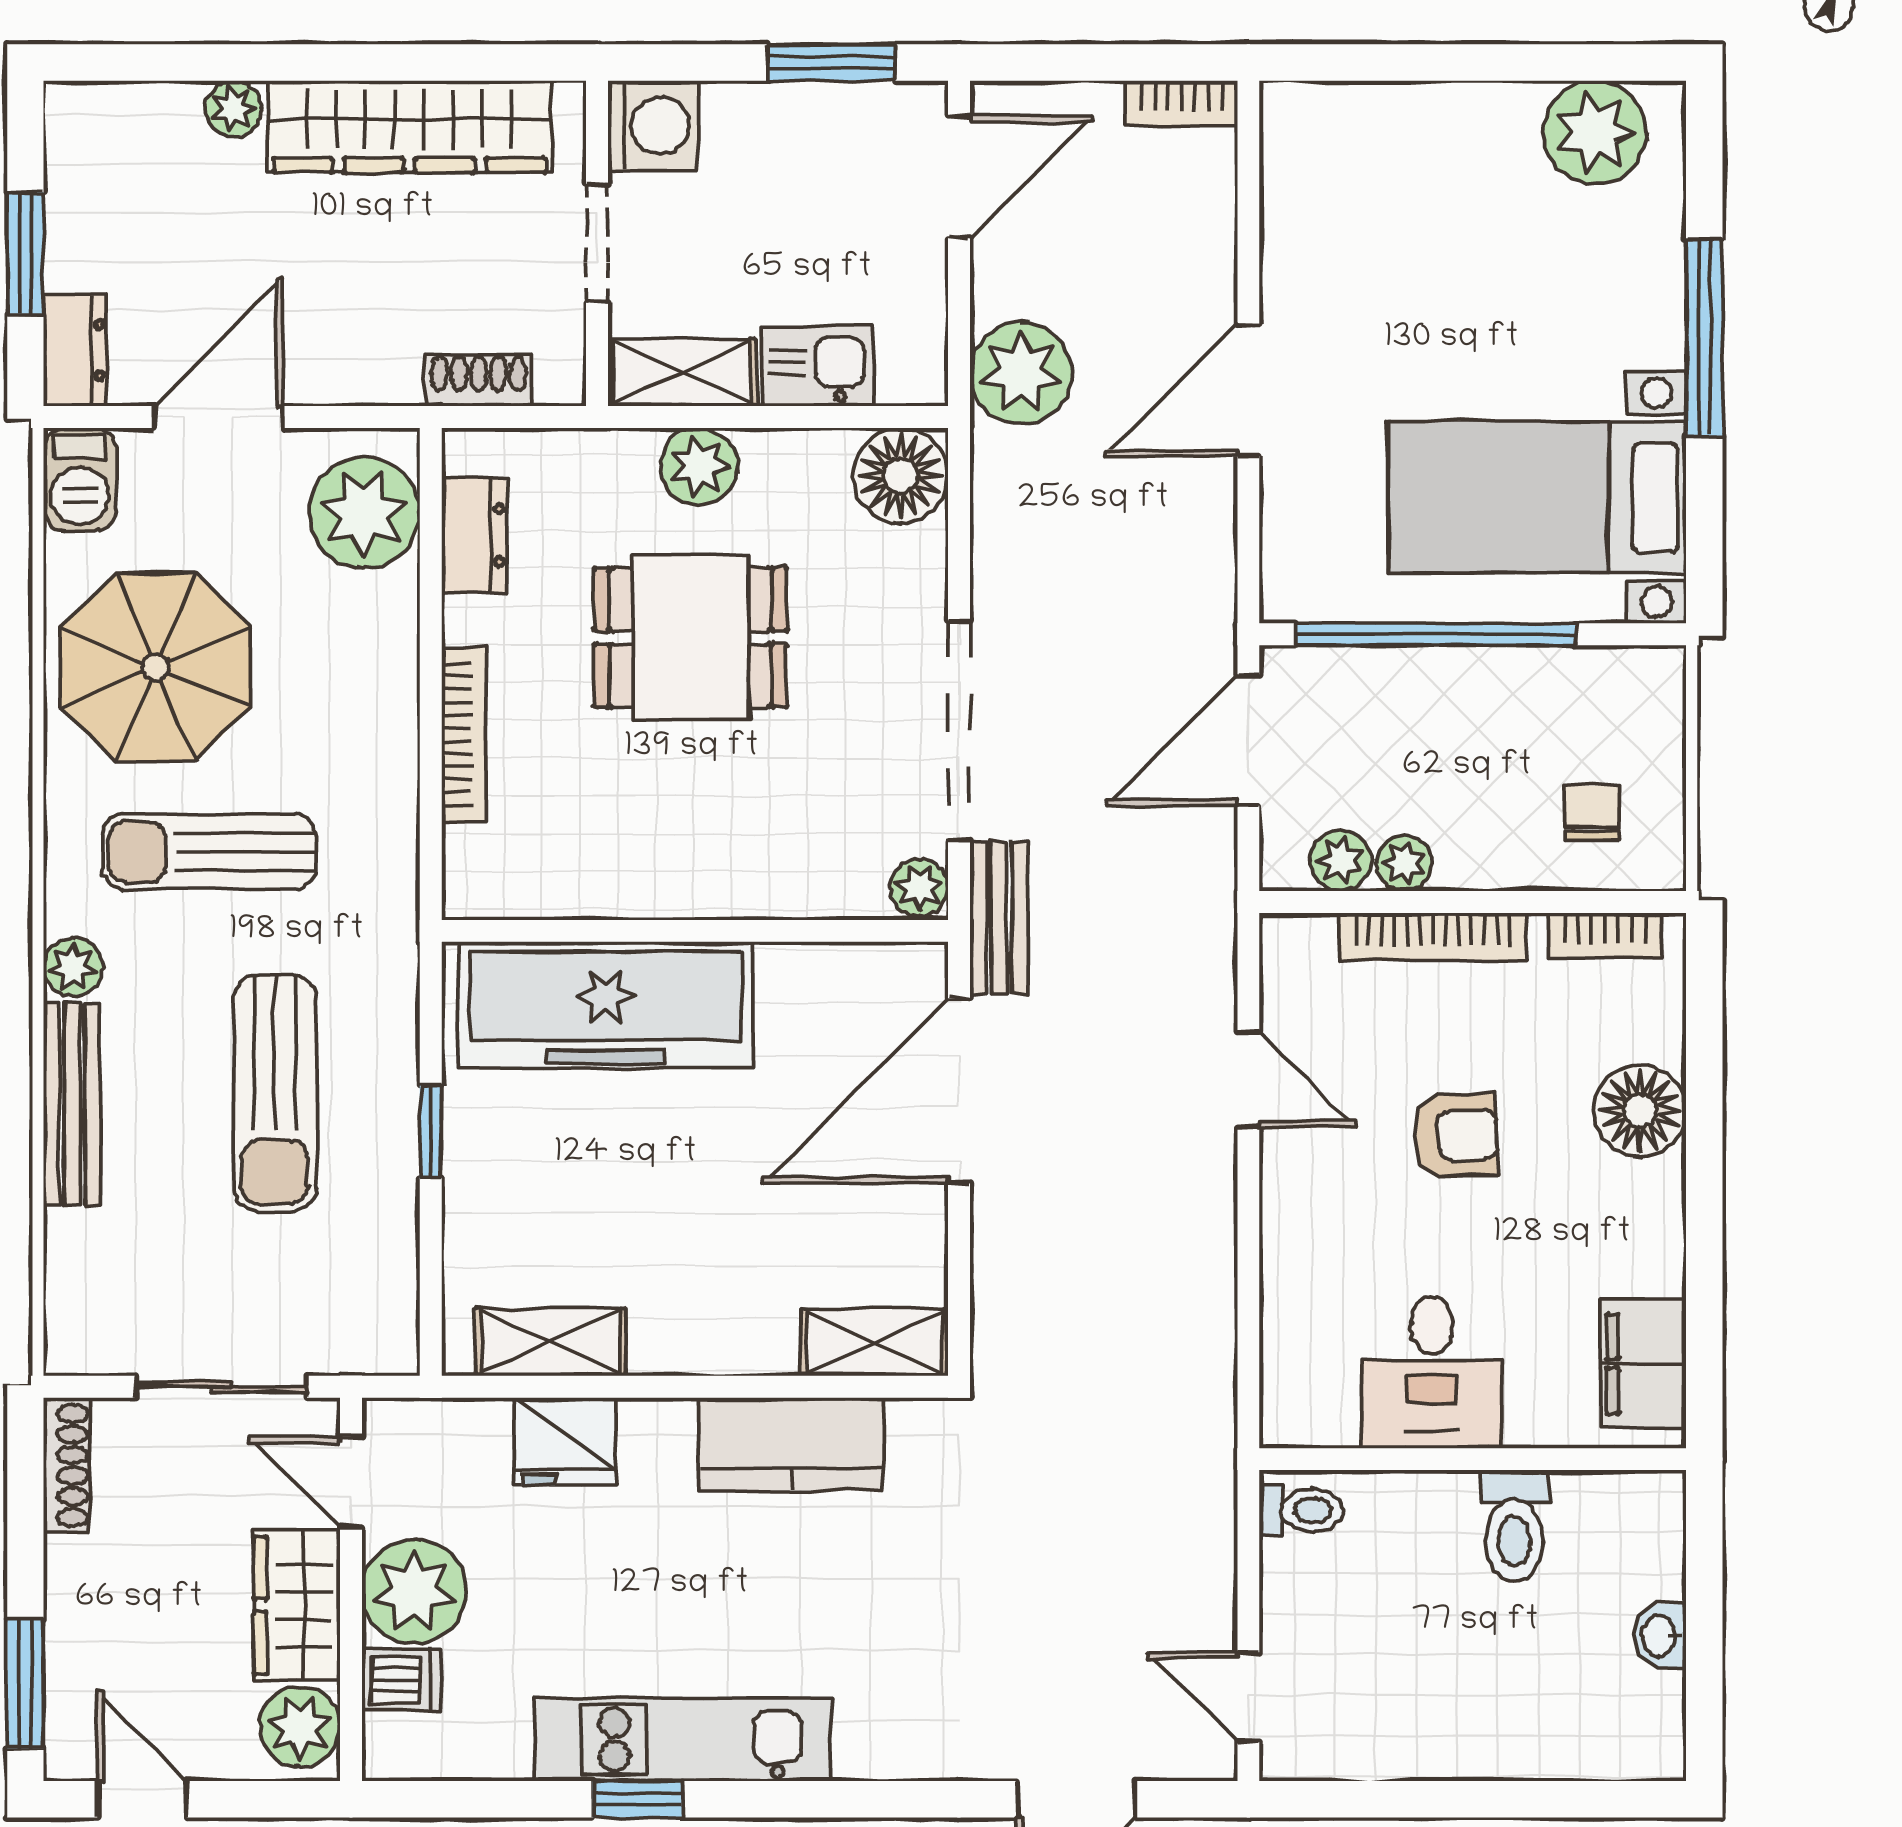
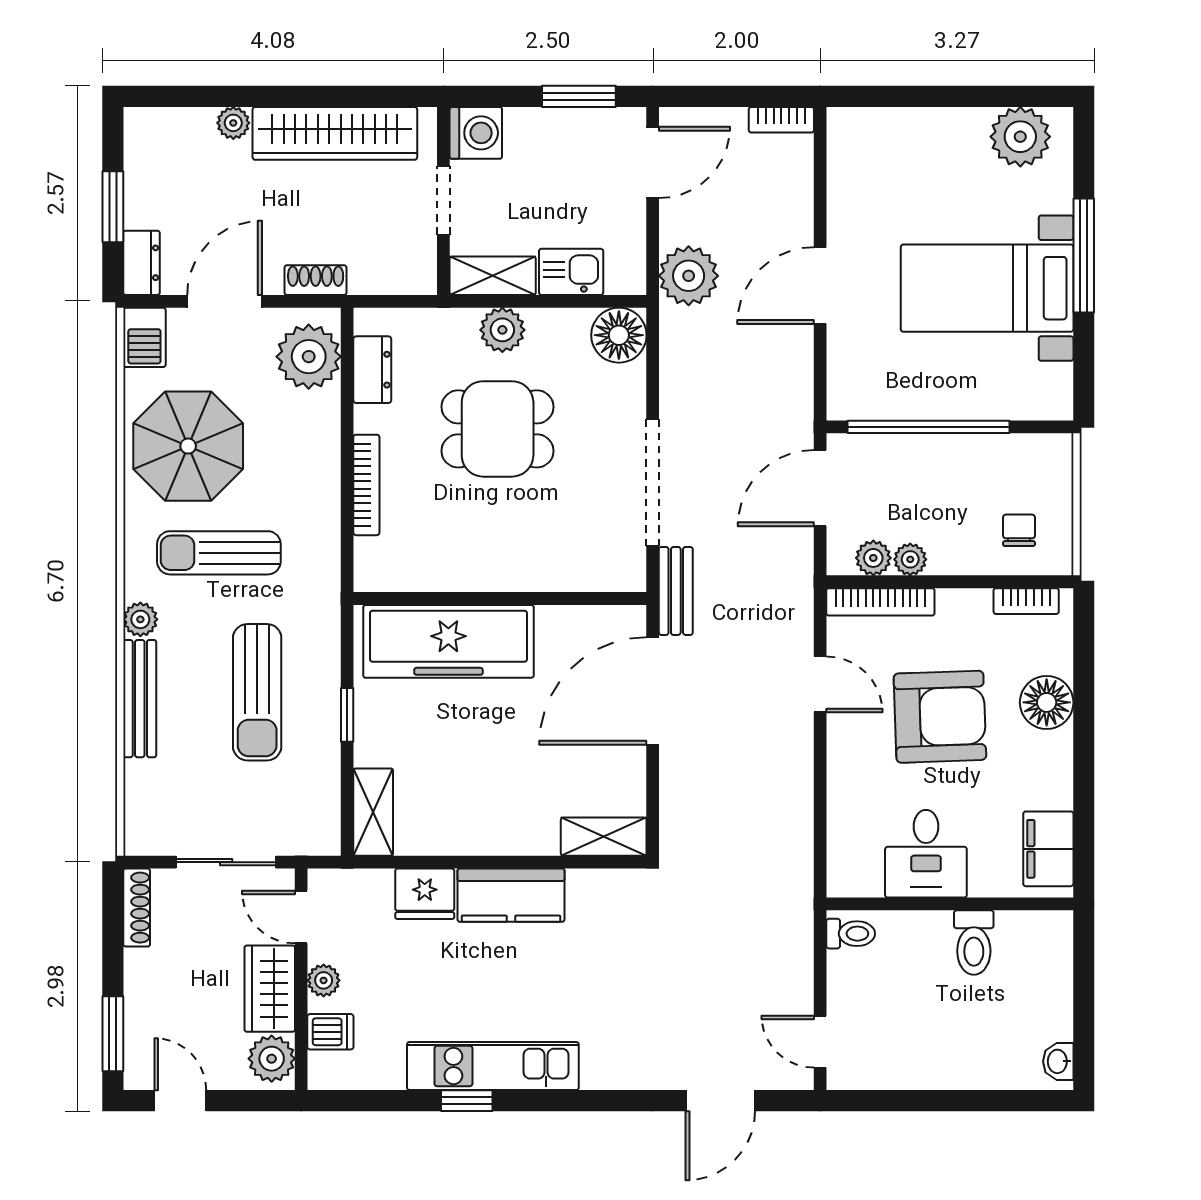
shoe rack: (479, 380) -> (316, 280), moved
bed with nightstands: (1537, 497) -> (987, 288), moved
plant: (919, 888) -> (630, 574), removed
bookcase: (1433, 937) -> (880, 602), moved
armchair: (1456, 1135) -> (940, 717), width x1.88, depth x1.88
shelving: (550, 1342) -> (373, 812), moved, turned 90
kitchen counter: (791, 1444) -> (511, 895), moved
plant: (414, 1591) -> (324, 980), width x0.53, depth x0.53
washbasin: (1660, 1636) -> (1058, 1061), moved

